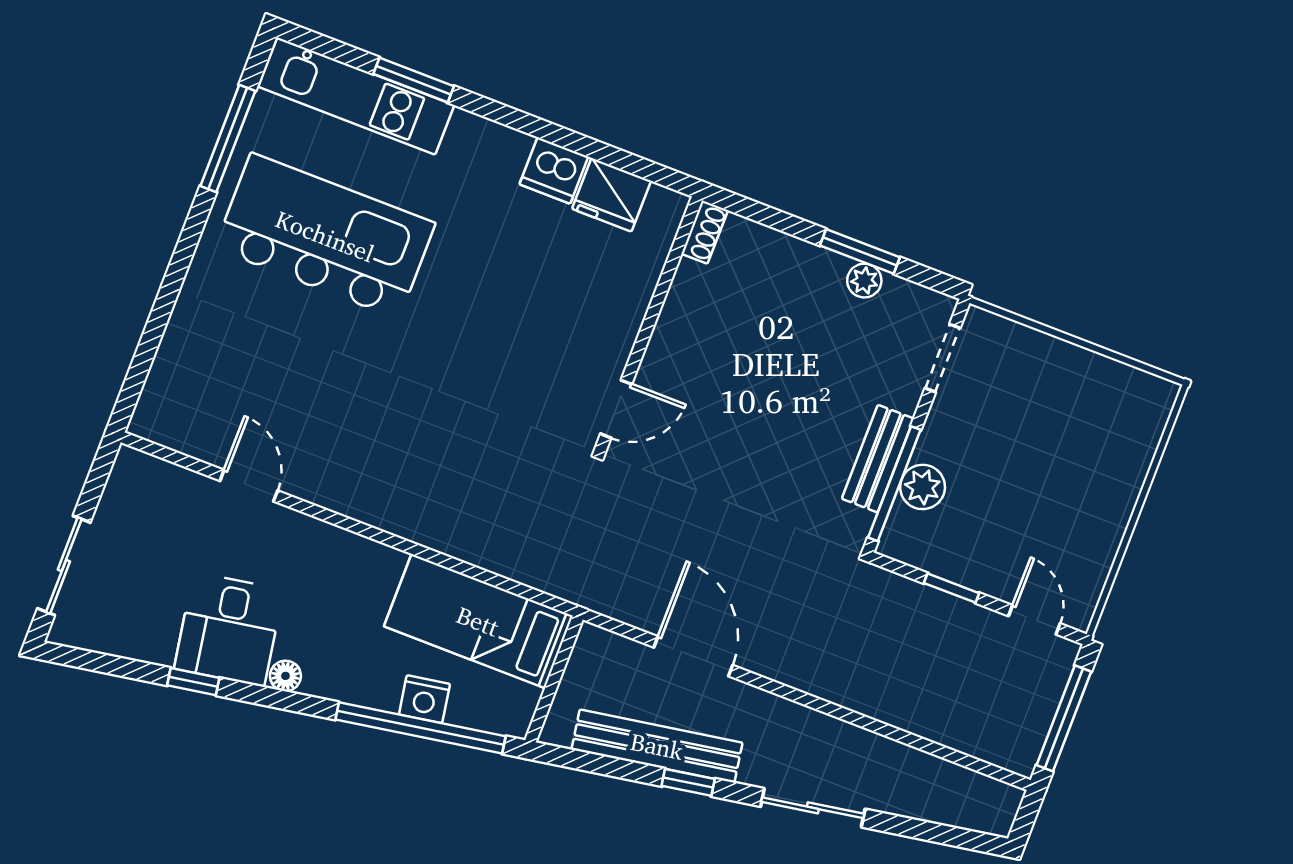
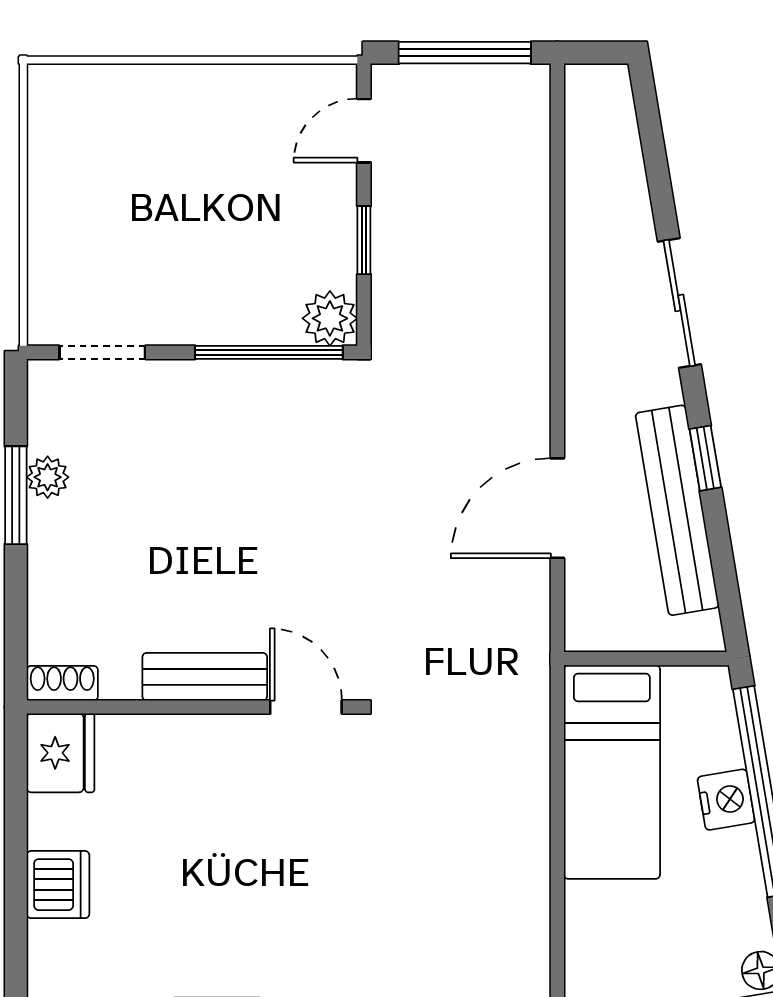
fridge: (612, 195) -> (61, 753), moved
bench: (878, 459) -> (205, 677), moved
plant: (923, 487) -> (330, 318), moved

